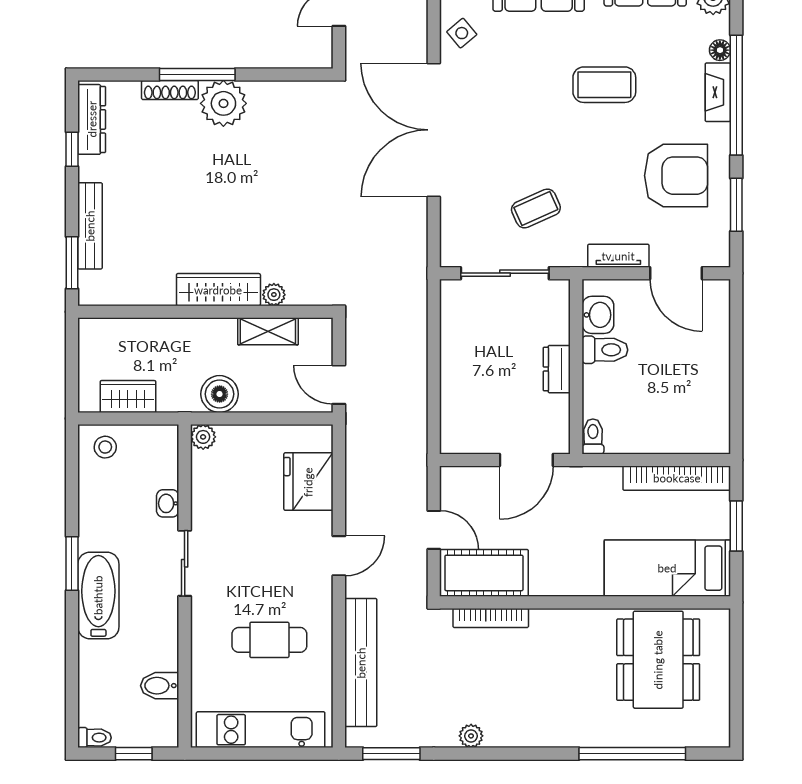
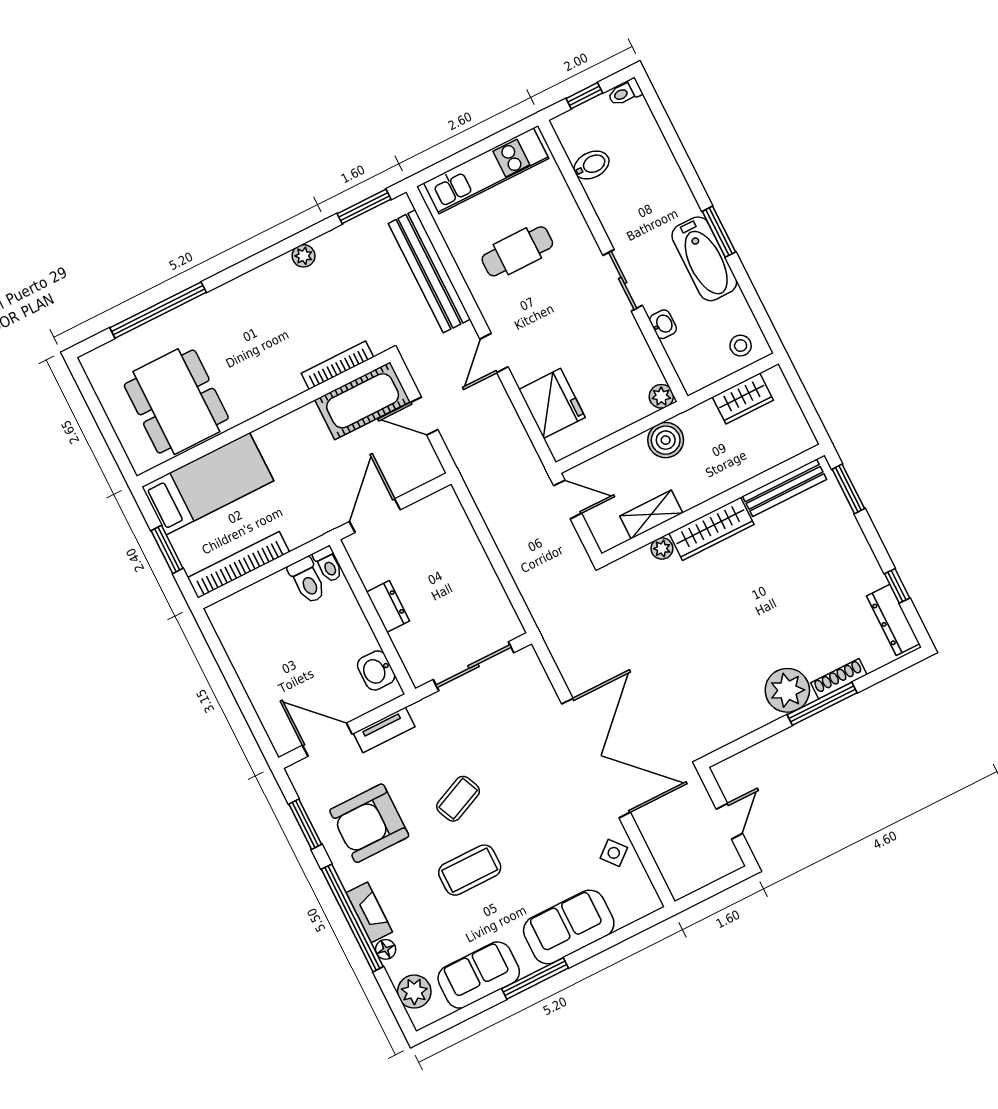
coffee table: (536, 209) -> (458, 799), moved
bench: (90, 226) -> (785, 488), moved, turned 90
toilet: (605, 350) -> (307, 580), moved, turned -90
bathtub: (98, 595) -> (704, 259), moved

